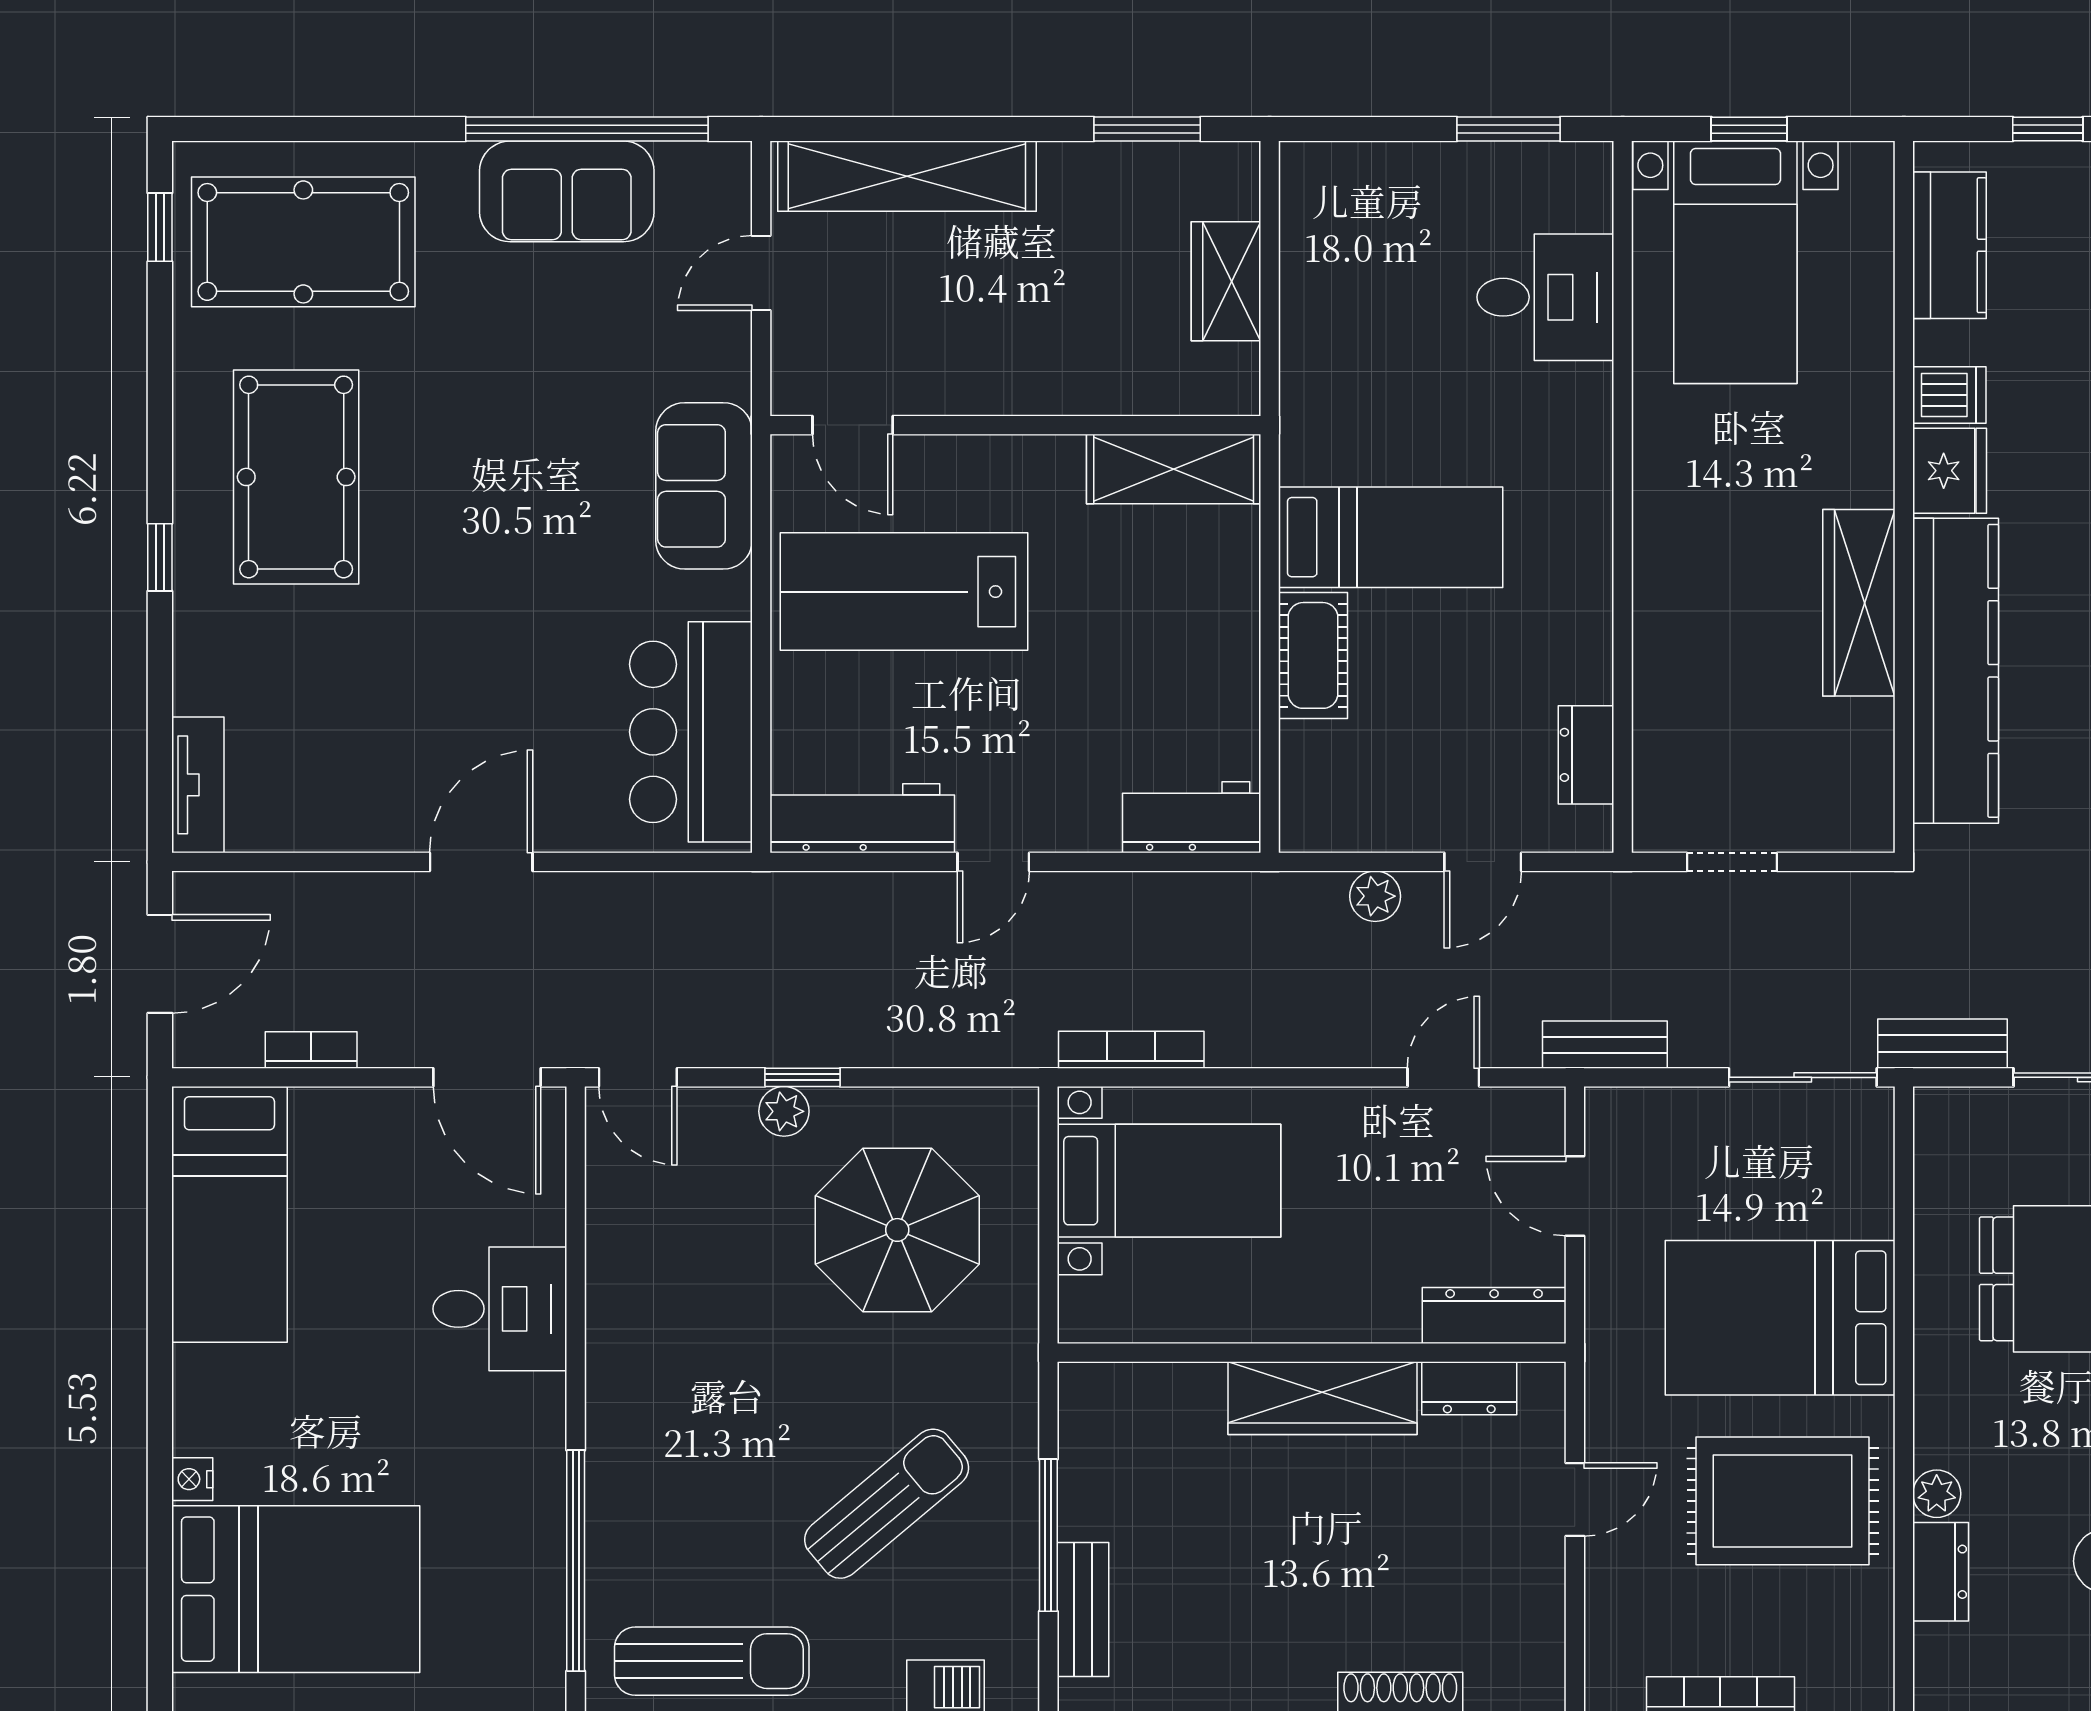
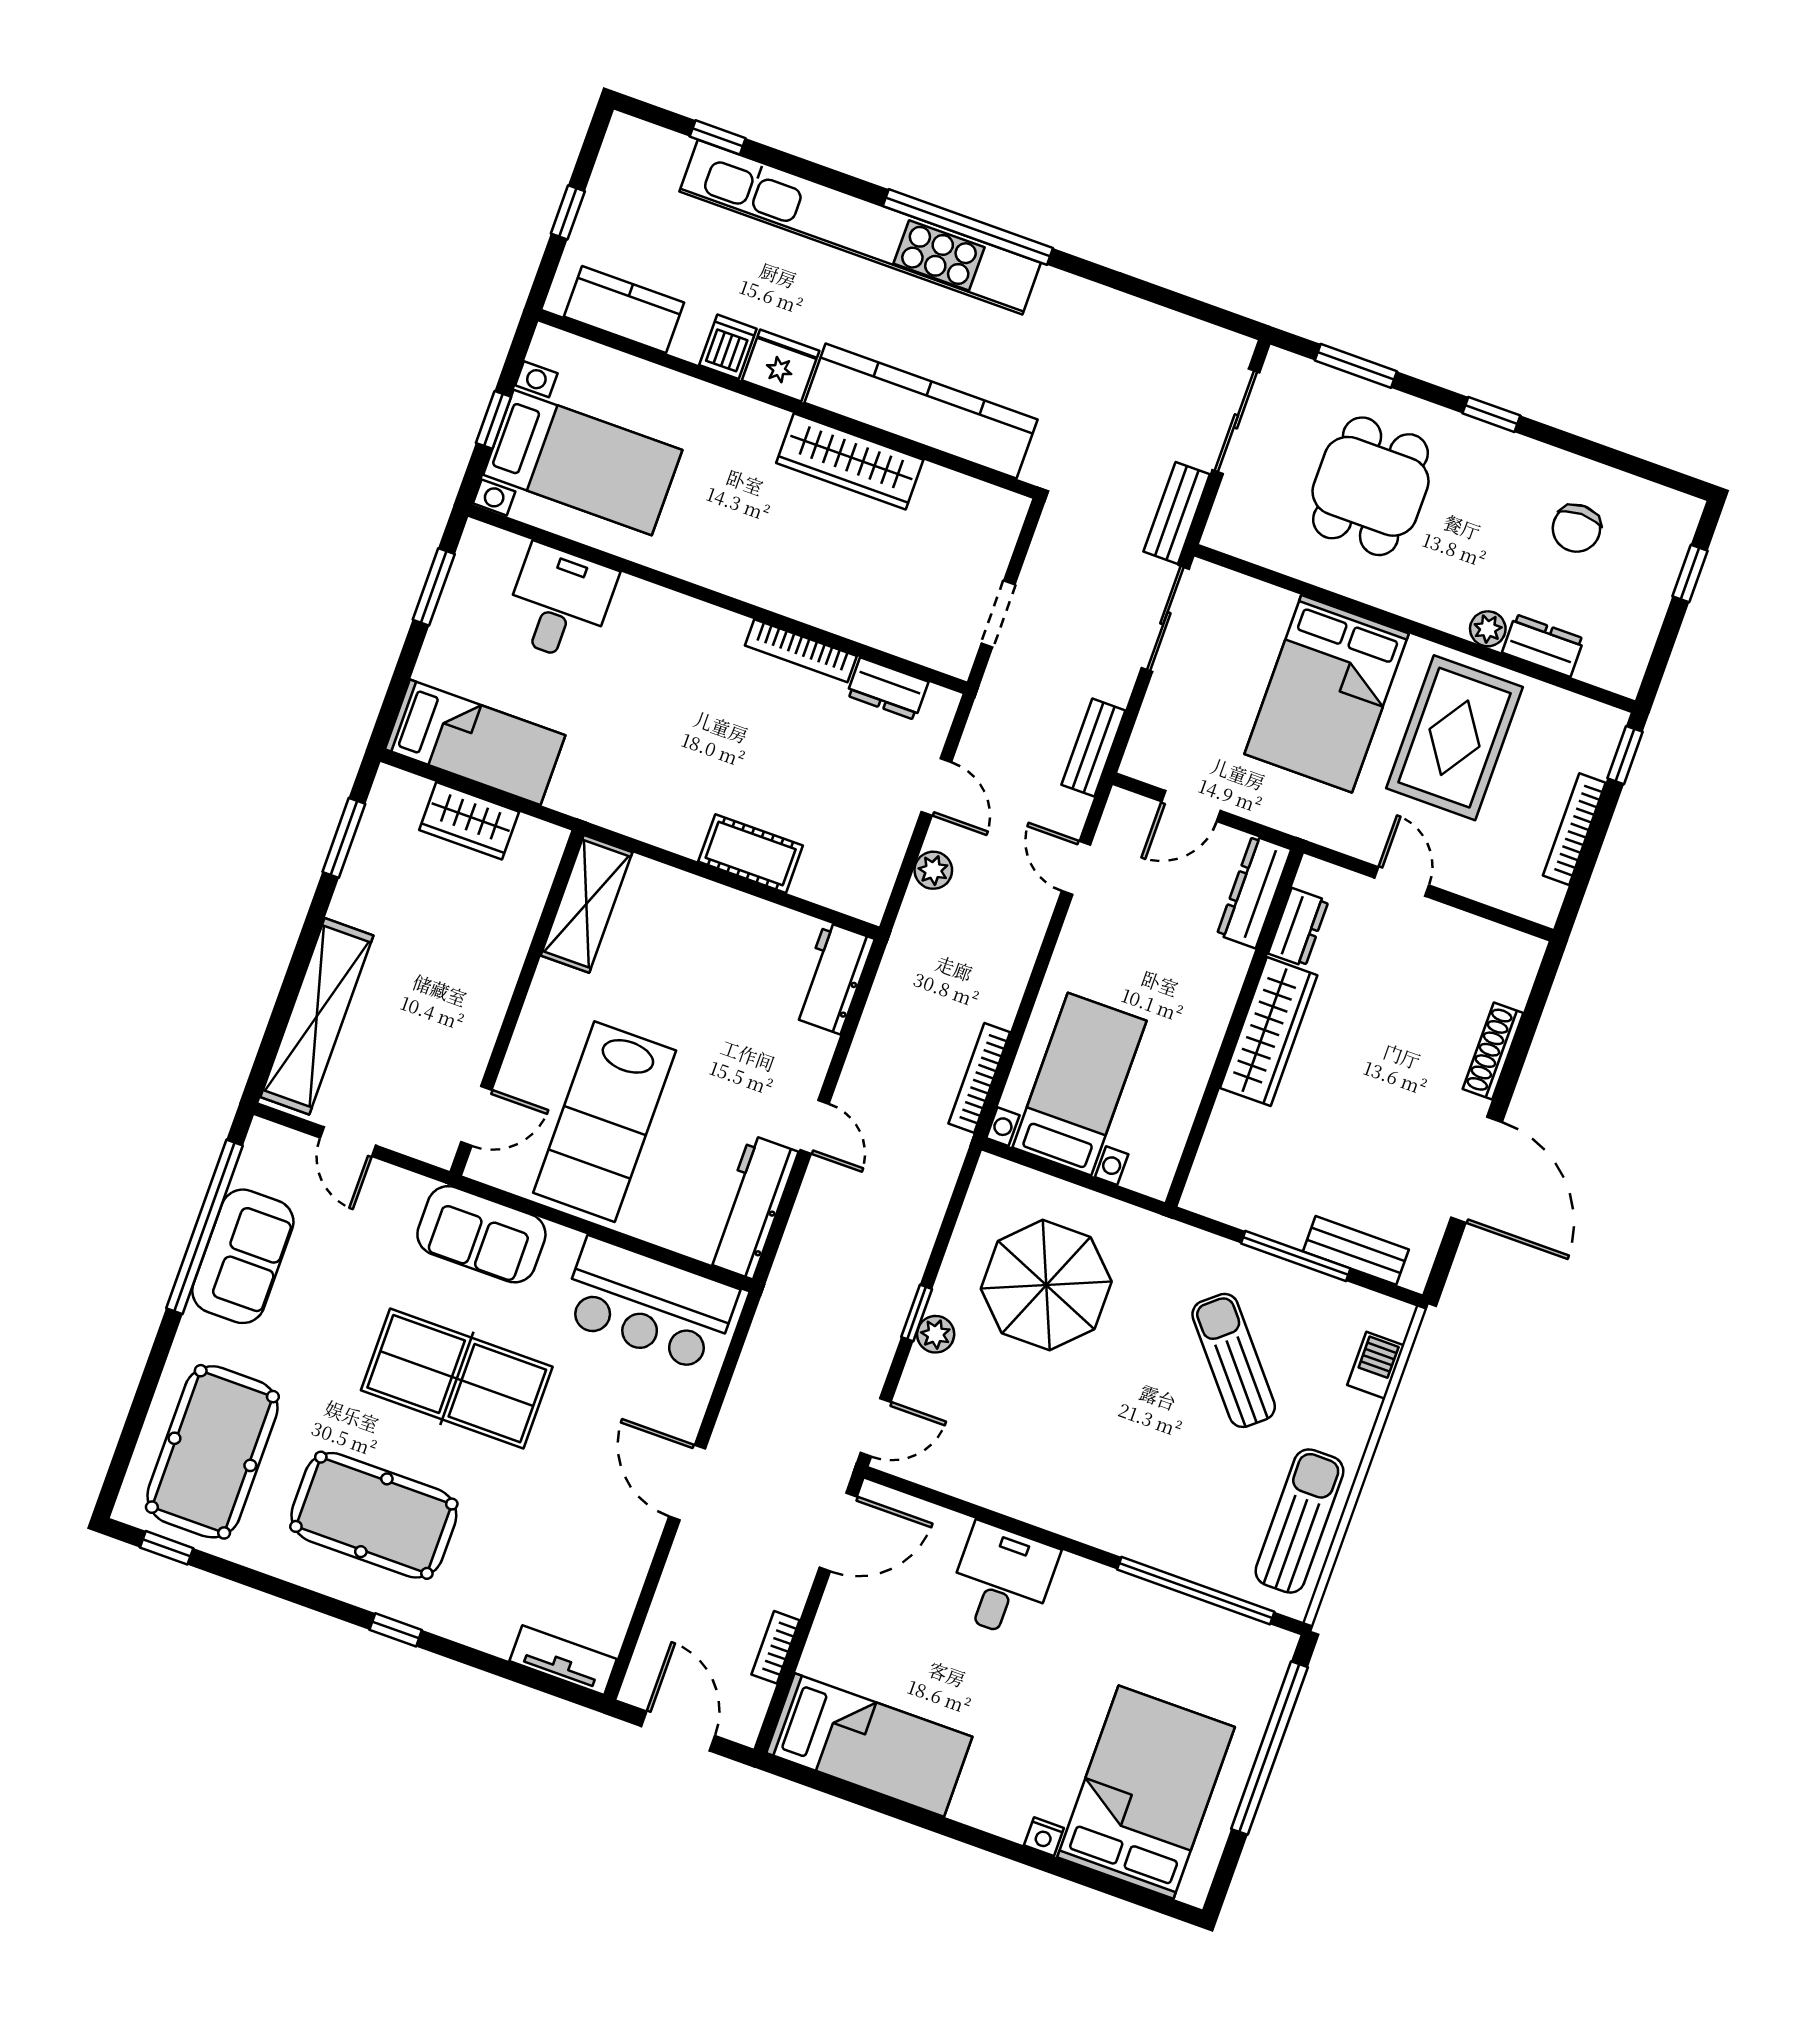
table tennis table: (509, 520) -> (457, 1379), added
bed: (1391, 537) -> (475, 742), moved, turned 90
bookcase: (1595, 627) -> (801, 651), added

